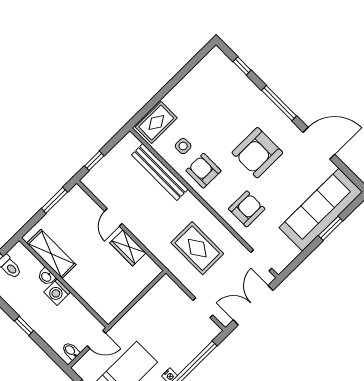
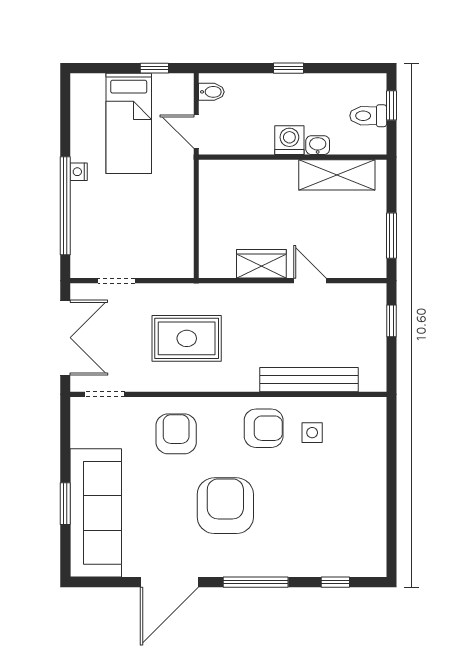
rug: (156, 122) -> (366, 429), removed
armchair: (247, 209) -> (176, 434), turned 180
door: (96, 340) -> (196, 132), hinge flipped

